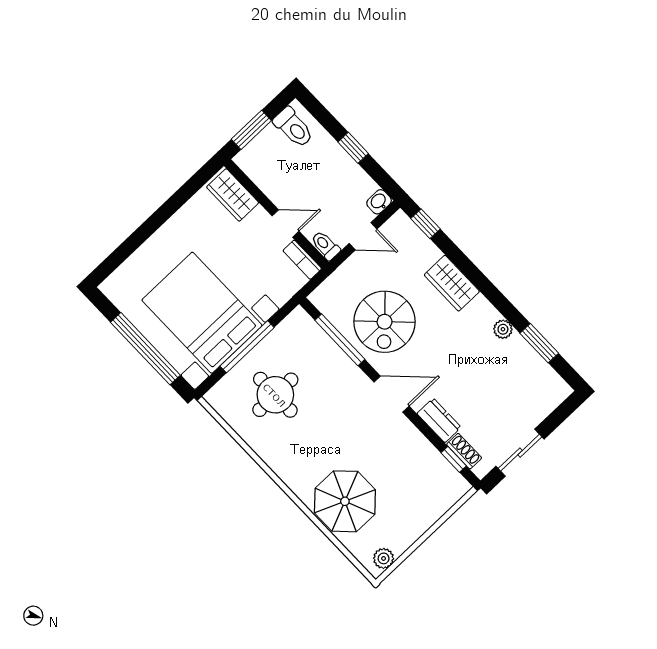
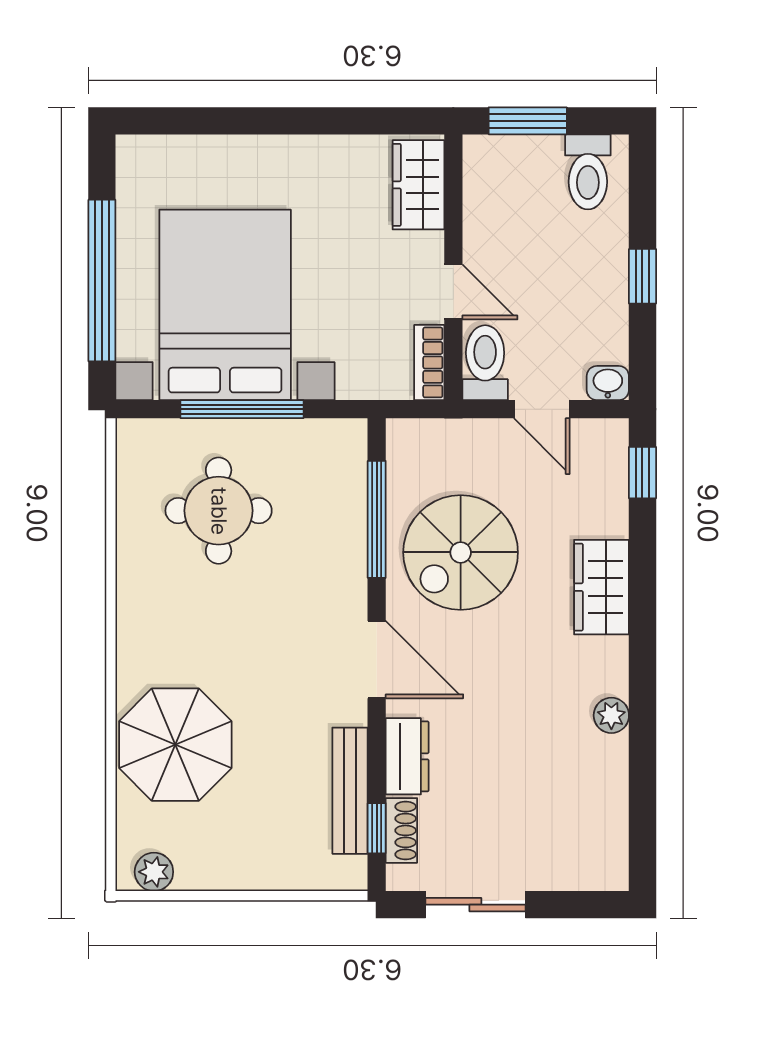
toilet: (325, 246) -> (485, 363), width x1.37, depth x1.39
window: (539, 343) -> (642, 781), removed
bench: (430, 455) -> (350, 791), added

